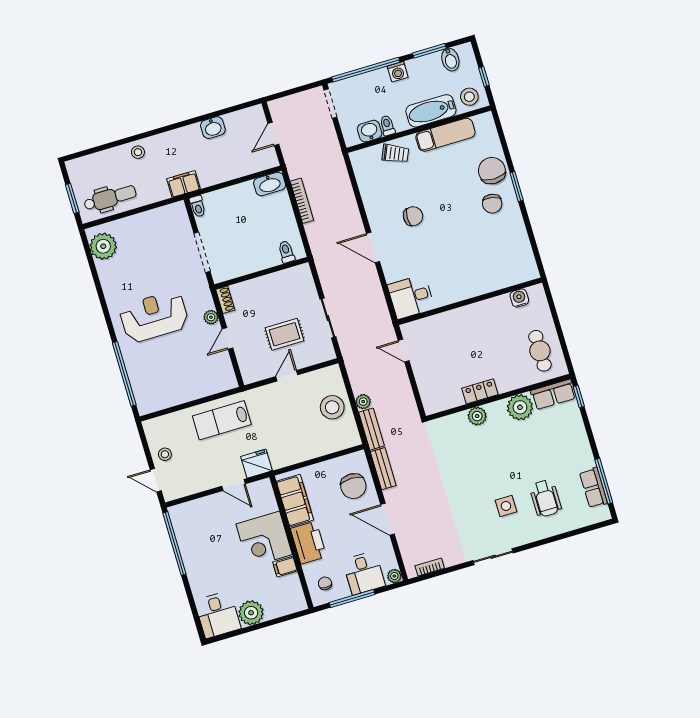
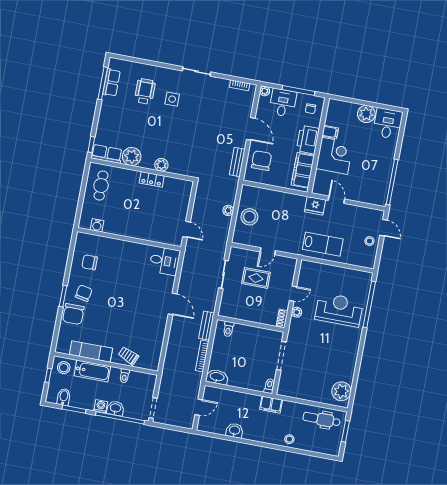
washbasin: (370, 131) -> (115, 408), moved, turned 180
chair: (413, 216) -> (90, 262), moved
reception desk: (154, 317) -> (339, 310), moved, turned 180
bench: (371, 429) -> (207, 326), moved

